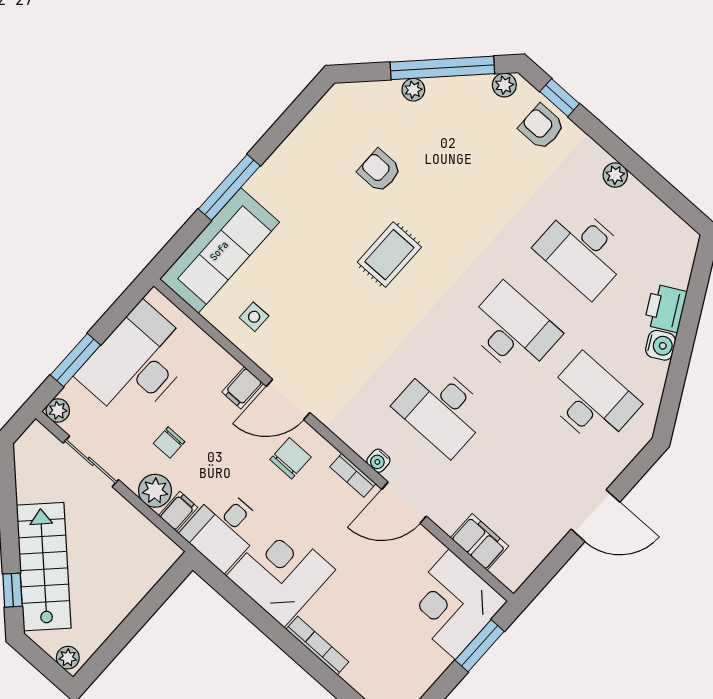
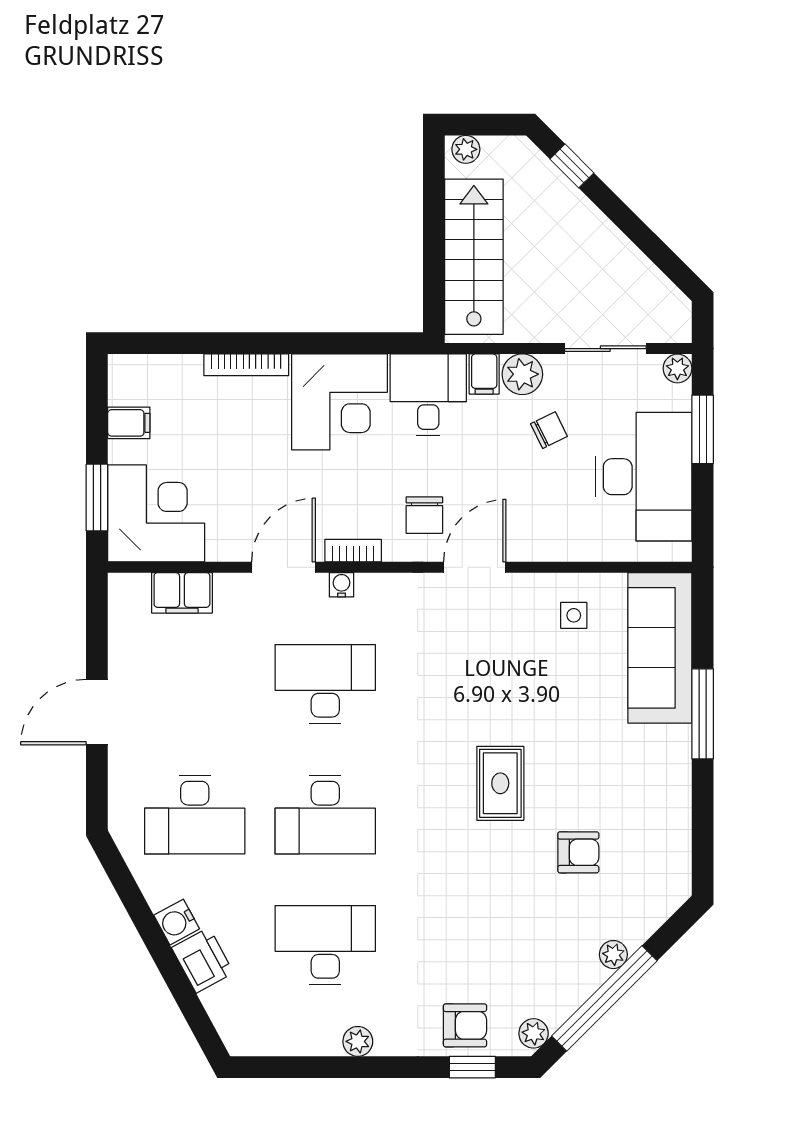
filing cabinet: (243, 388) -> (129, 423), moved, turned 90
chair: (169, 442) -> (549, 430), turned 64
stairs: (44, 567) -> (474, 257), moved, turned -135

